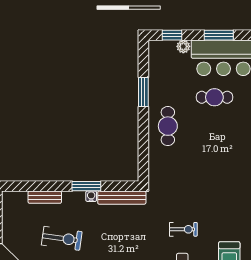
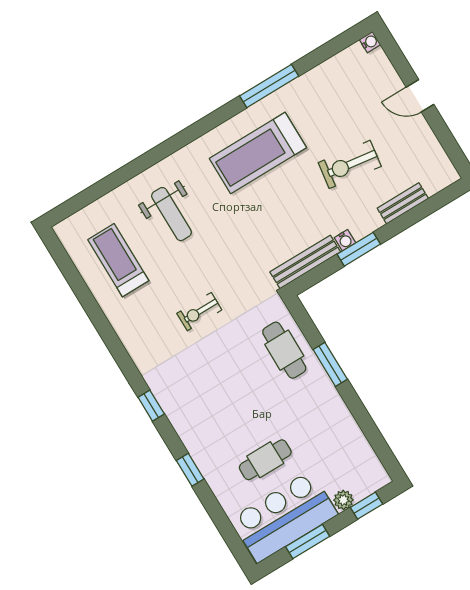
window: (143, 92) -> (330, 364), moved
cafe table: (168, 126) -> (284, 350), moved
exercise bike: (183, 229) -> (199, 312), moved

